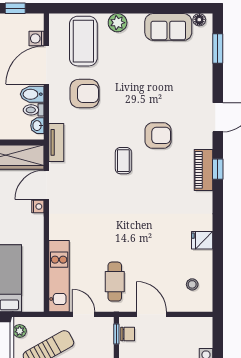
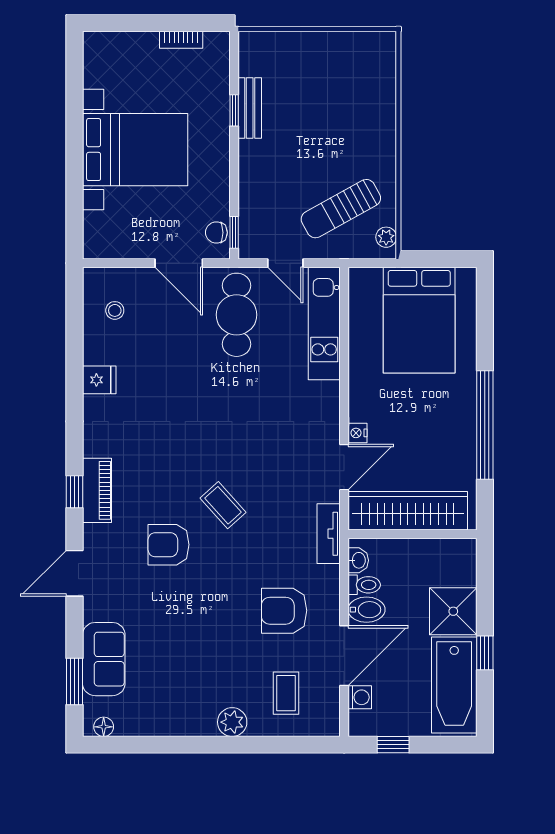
sofa: (168, 27) -> (104, 659), moved, turned 90
coffee table: (83, 41) -> (286, 693), width x0.54, depth x0.58
coffee table: (123, 161) -> (223, 505), turned -42
cafe table: (115, 282) -> (237, 315), width x1.37, depth x1.35

